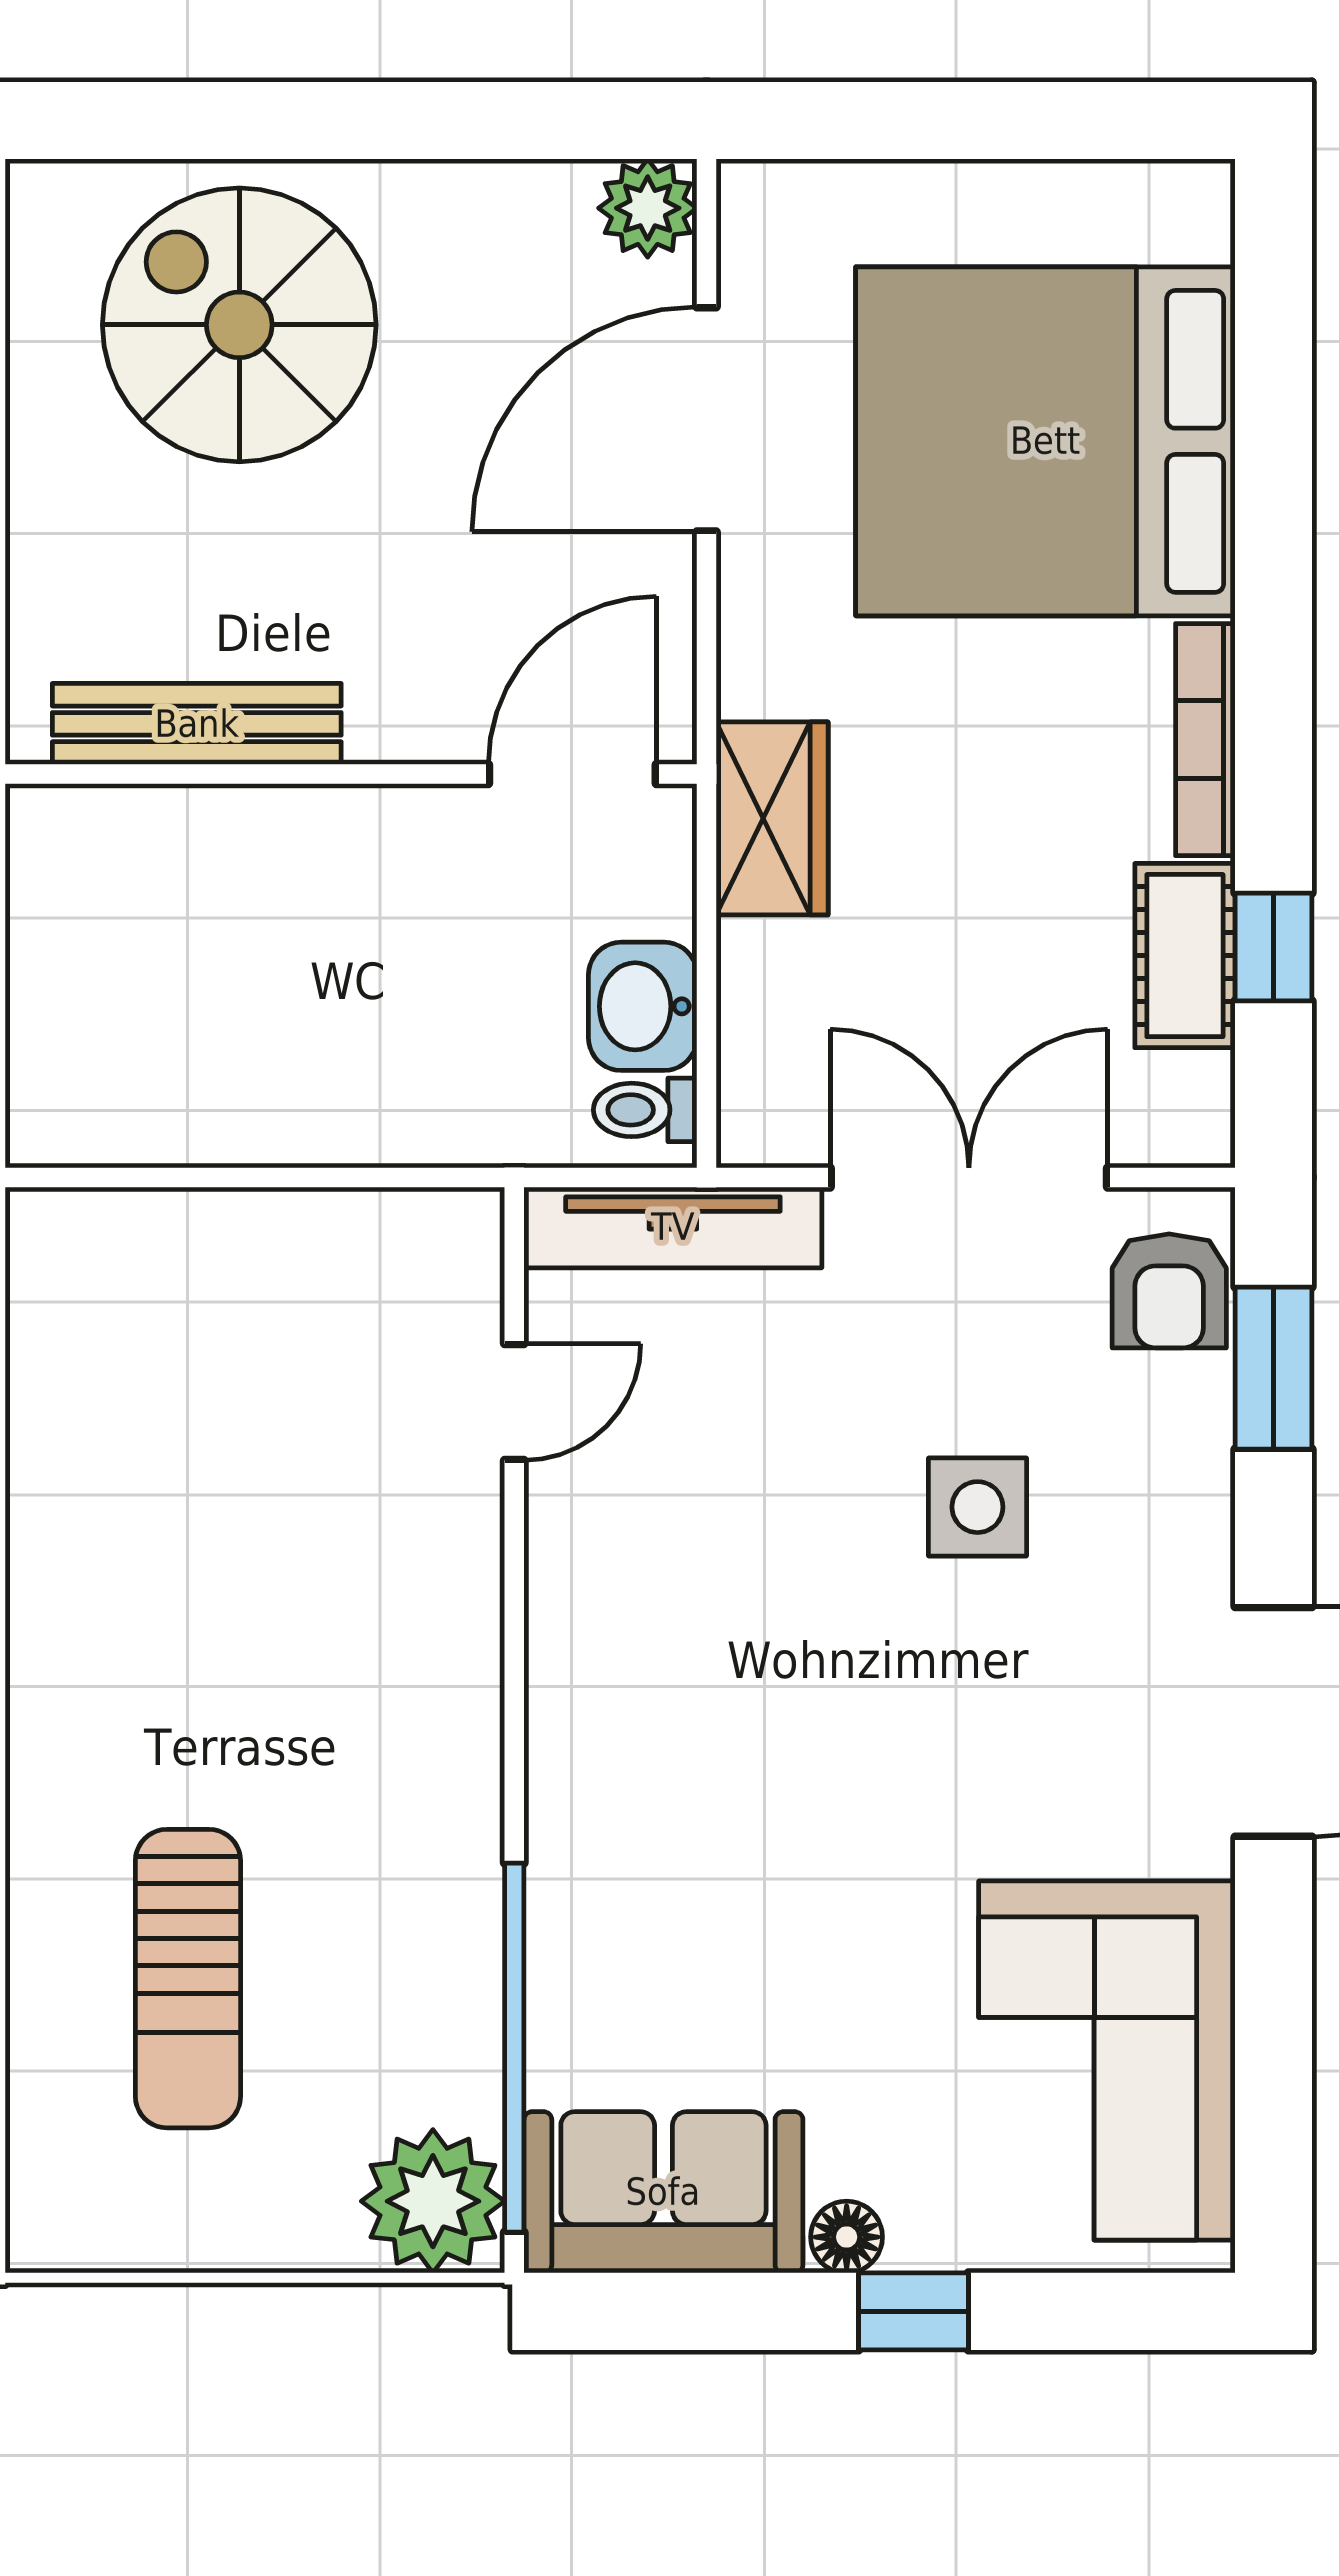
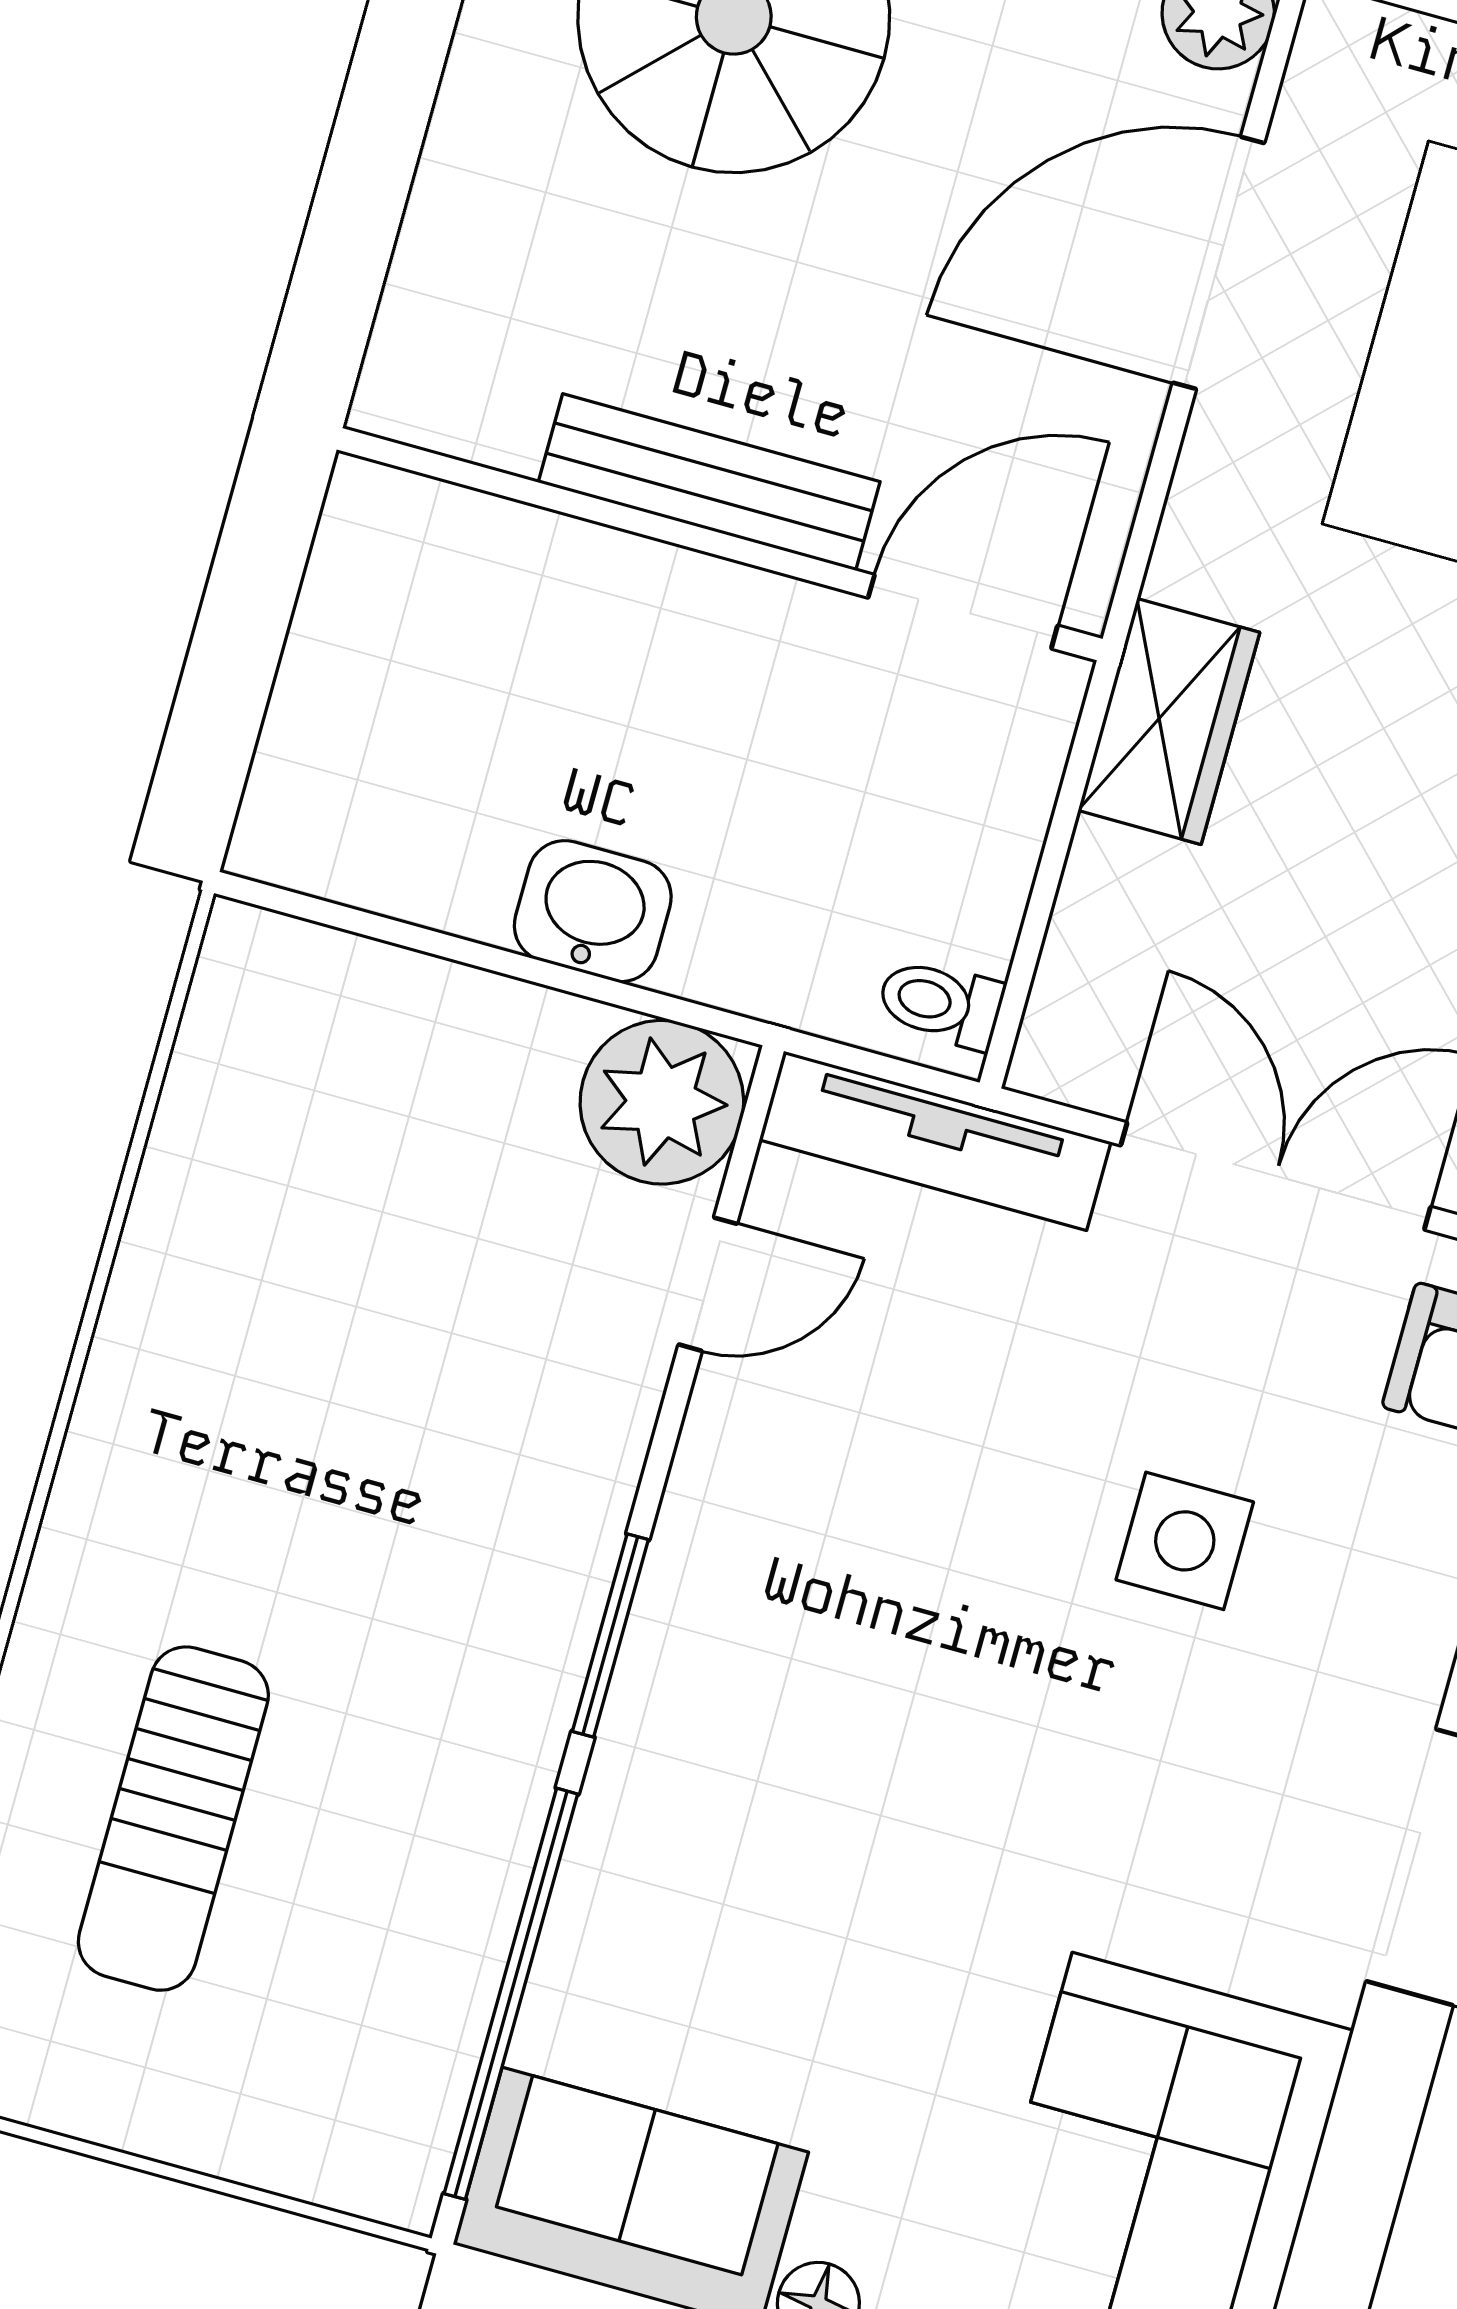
bench: (197, 724) -> (709, 482), moved
washbasin: (643, 1006) -> (593, 911), moved, turned 90
window: (514, 1722) -> (610, 1635), added
plant: (433, 2201) -> (662, 1102), moved

